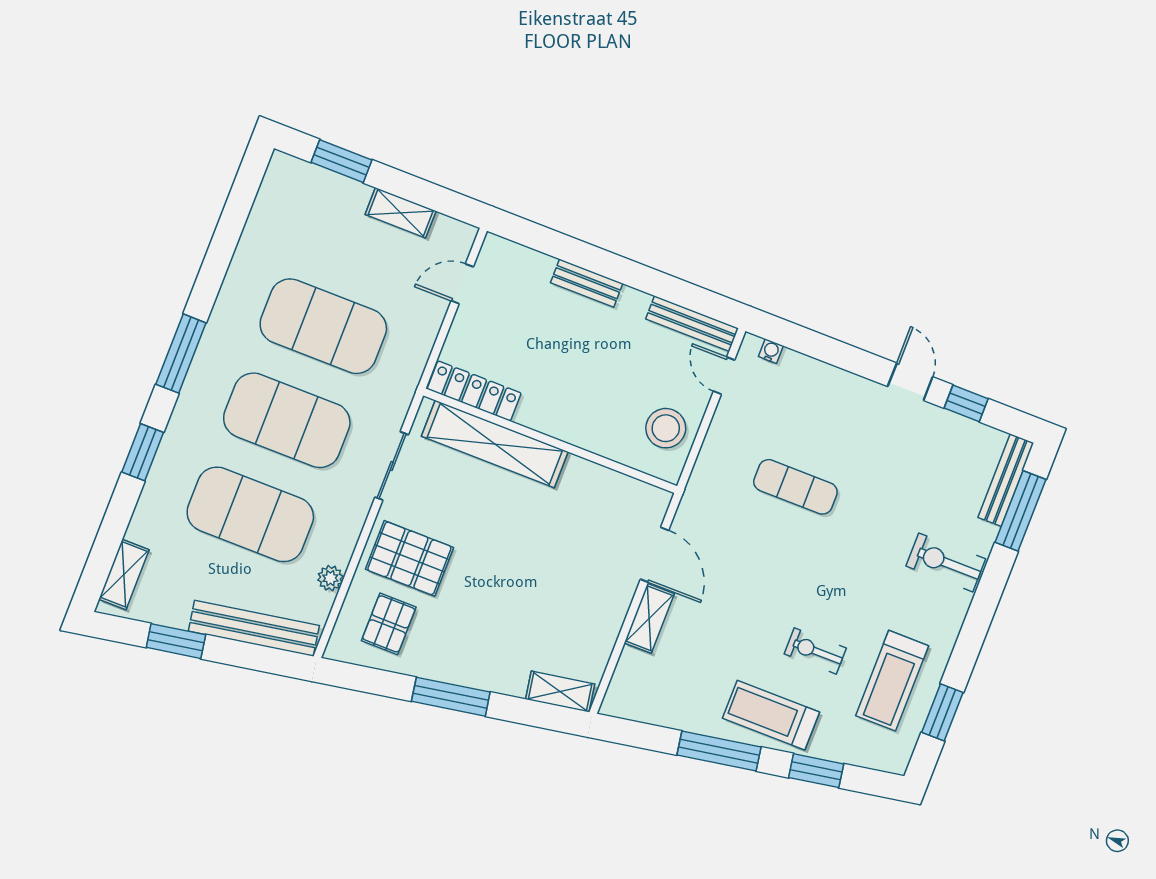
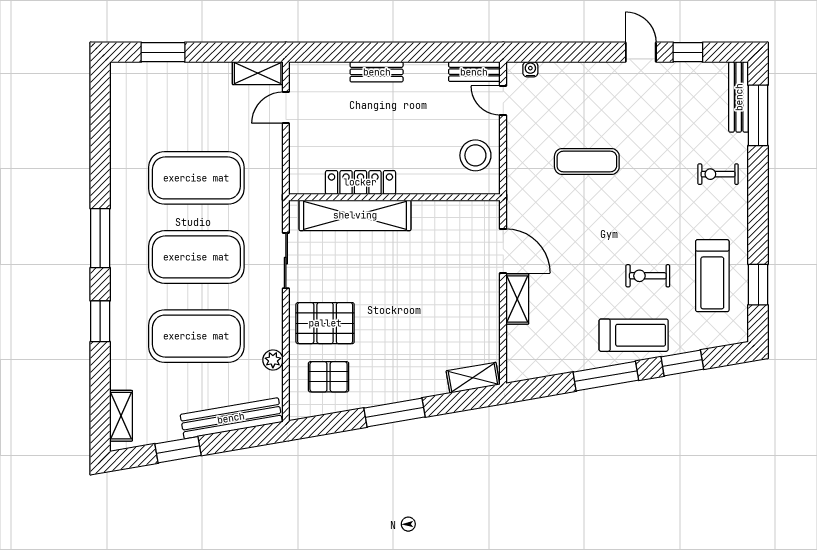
shelving: (401, 213) -> (258, 73), moved
bench: (692, 324) -> (474, 72), width x0.73
locker: (474, 391) -> (360, 182), moved
exercise bike: (946, 562) -> (718, 174), width x0.73, depth x0.72
pallet: (389, 624) -> (329, 377), turned 90
treadmill: (771, 715) -> (634, 335), turned 180

